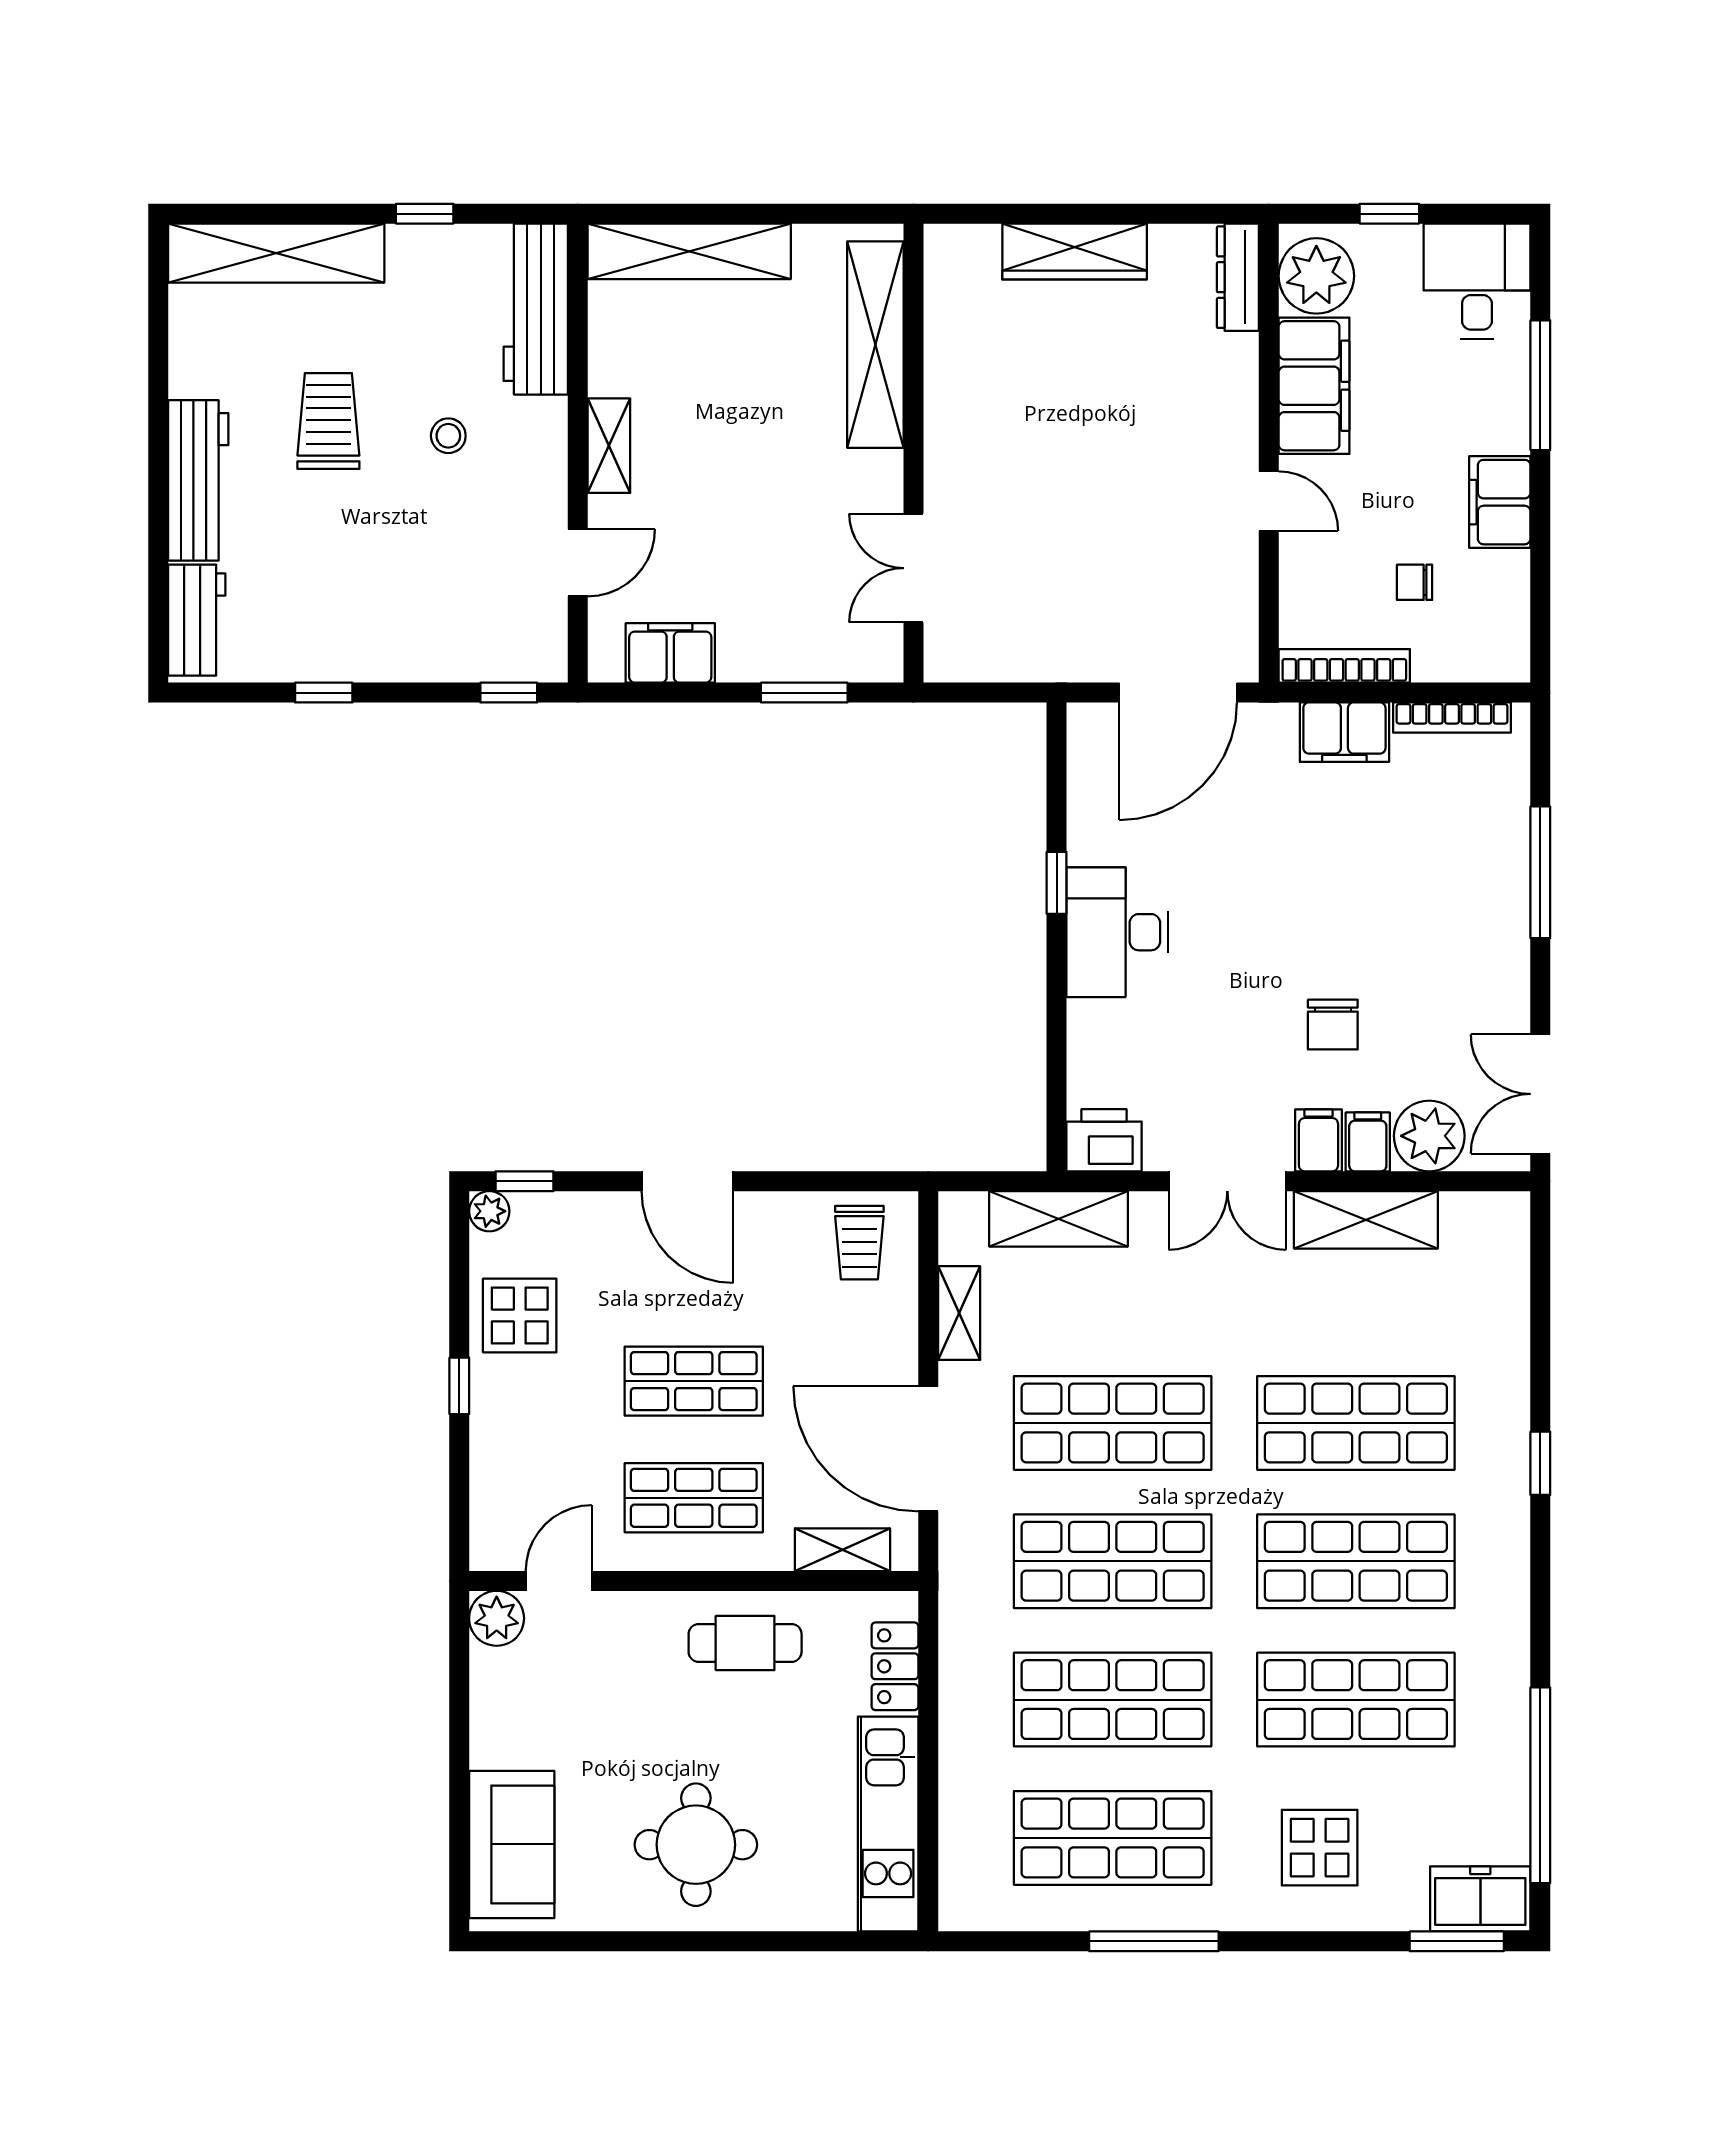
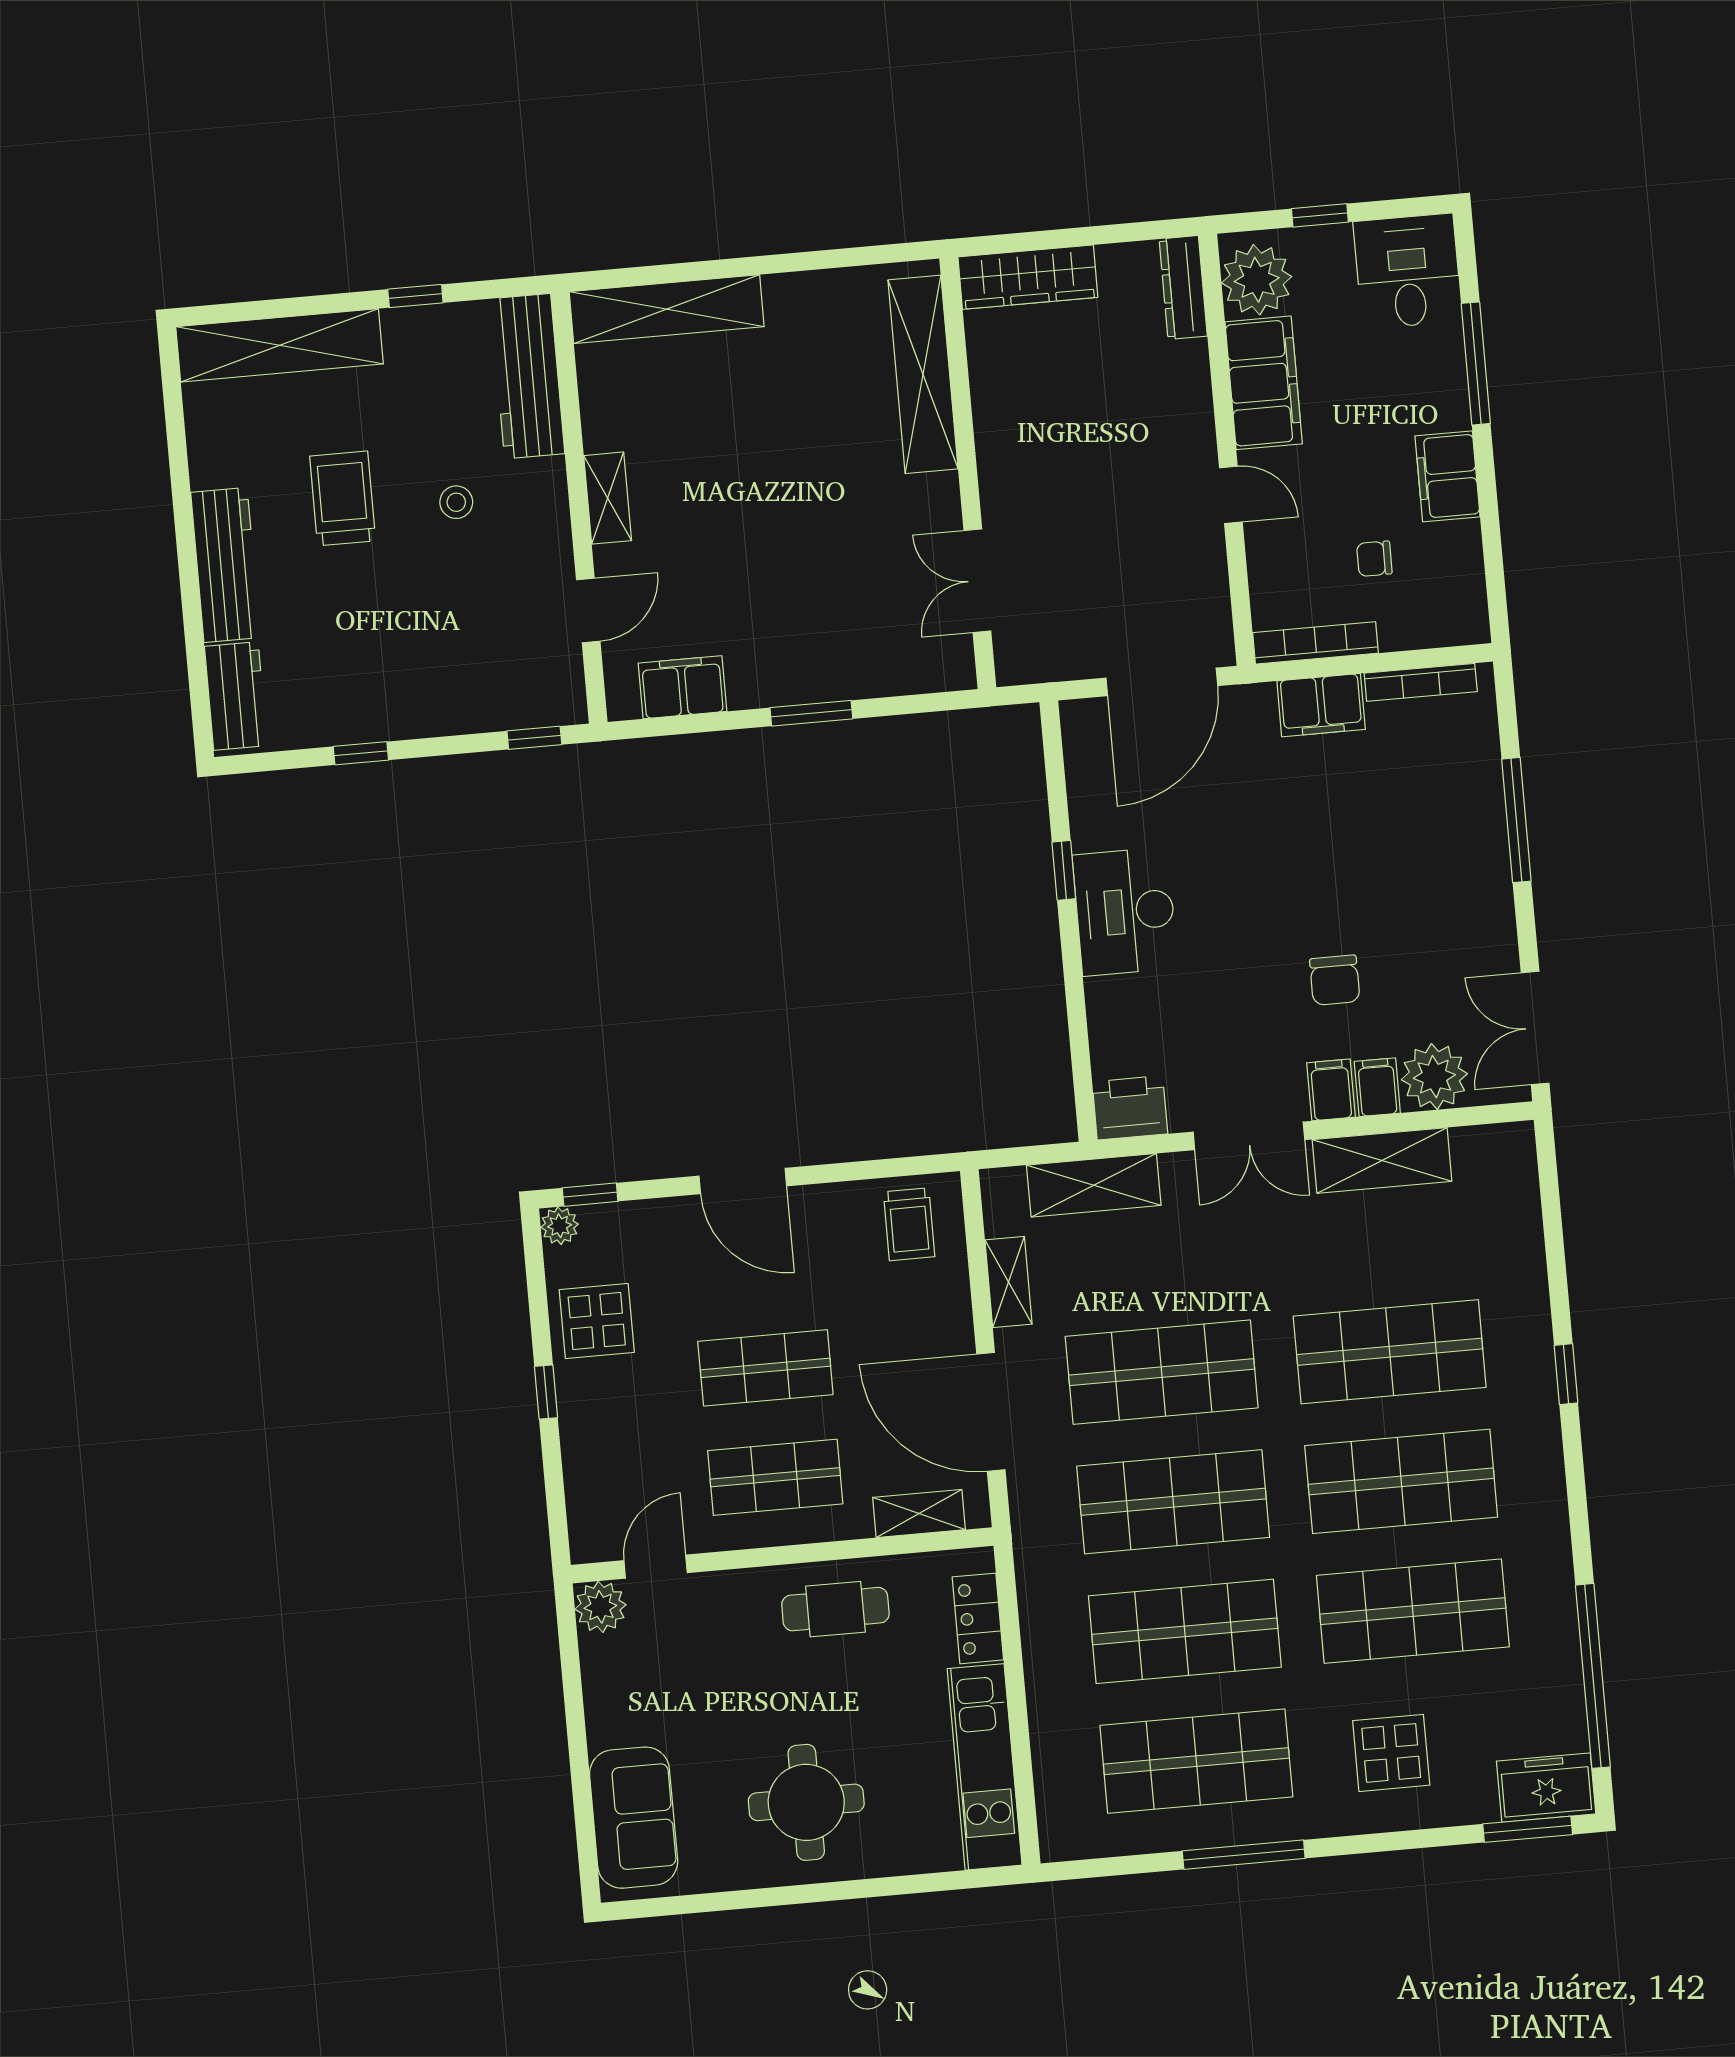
shelving: (875, 345) -> (923, 374), moved
wall: (913, 453) -> (968, 473), moved
double door: (913, 568) -> (977, 581), moved

